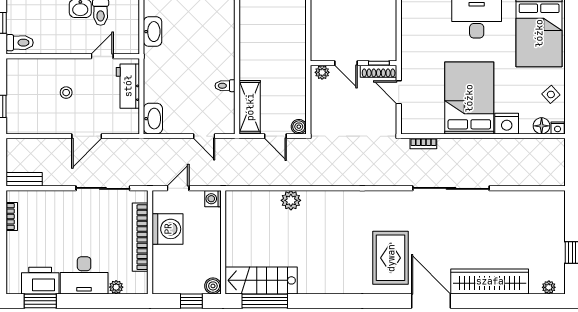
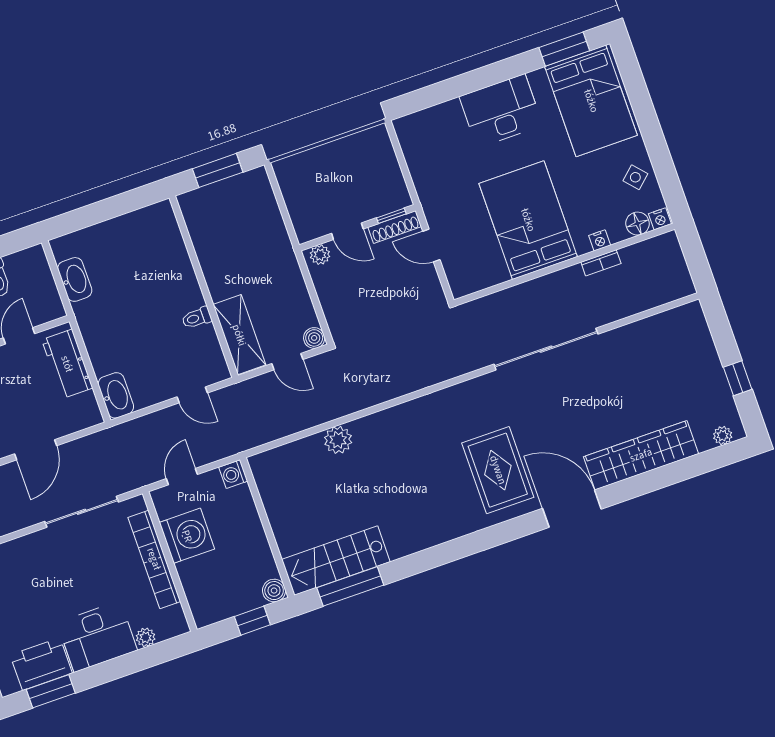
nightstand: (507, 124) -> (600, 240), width x0.53, depth x0.56
bookcase: (423, 144) -> (601, 263), moved

